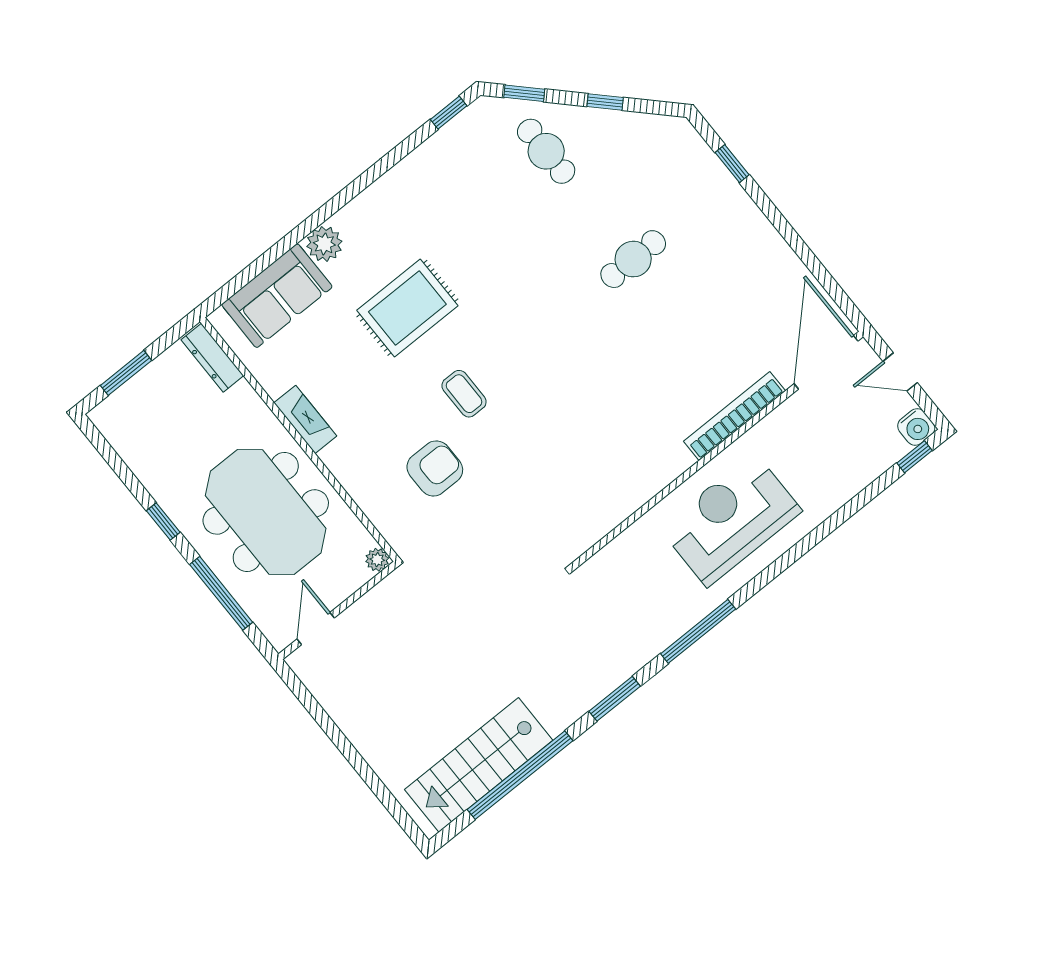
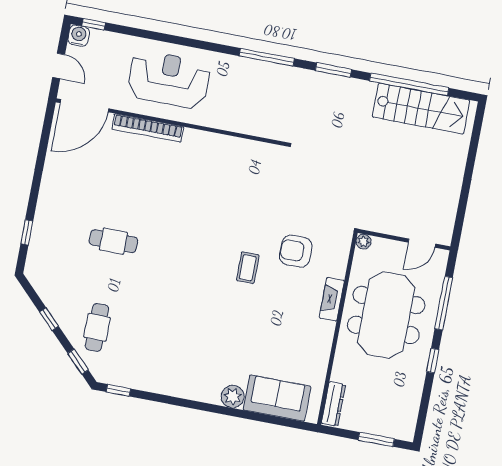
rug: (407, 308) -> (230, 330), removed
fireplace: (305, 419) -> (332, 299), moved
reception desk: (731, 520) -> (169, 79), moved, turned 180

